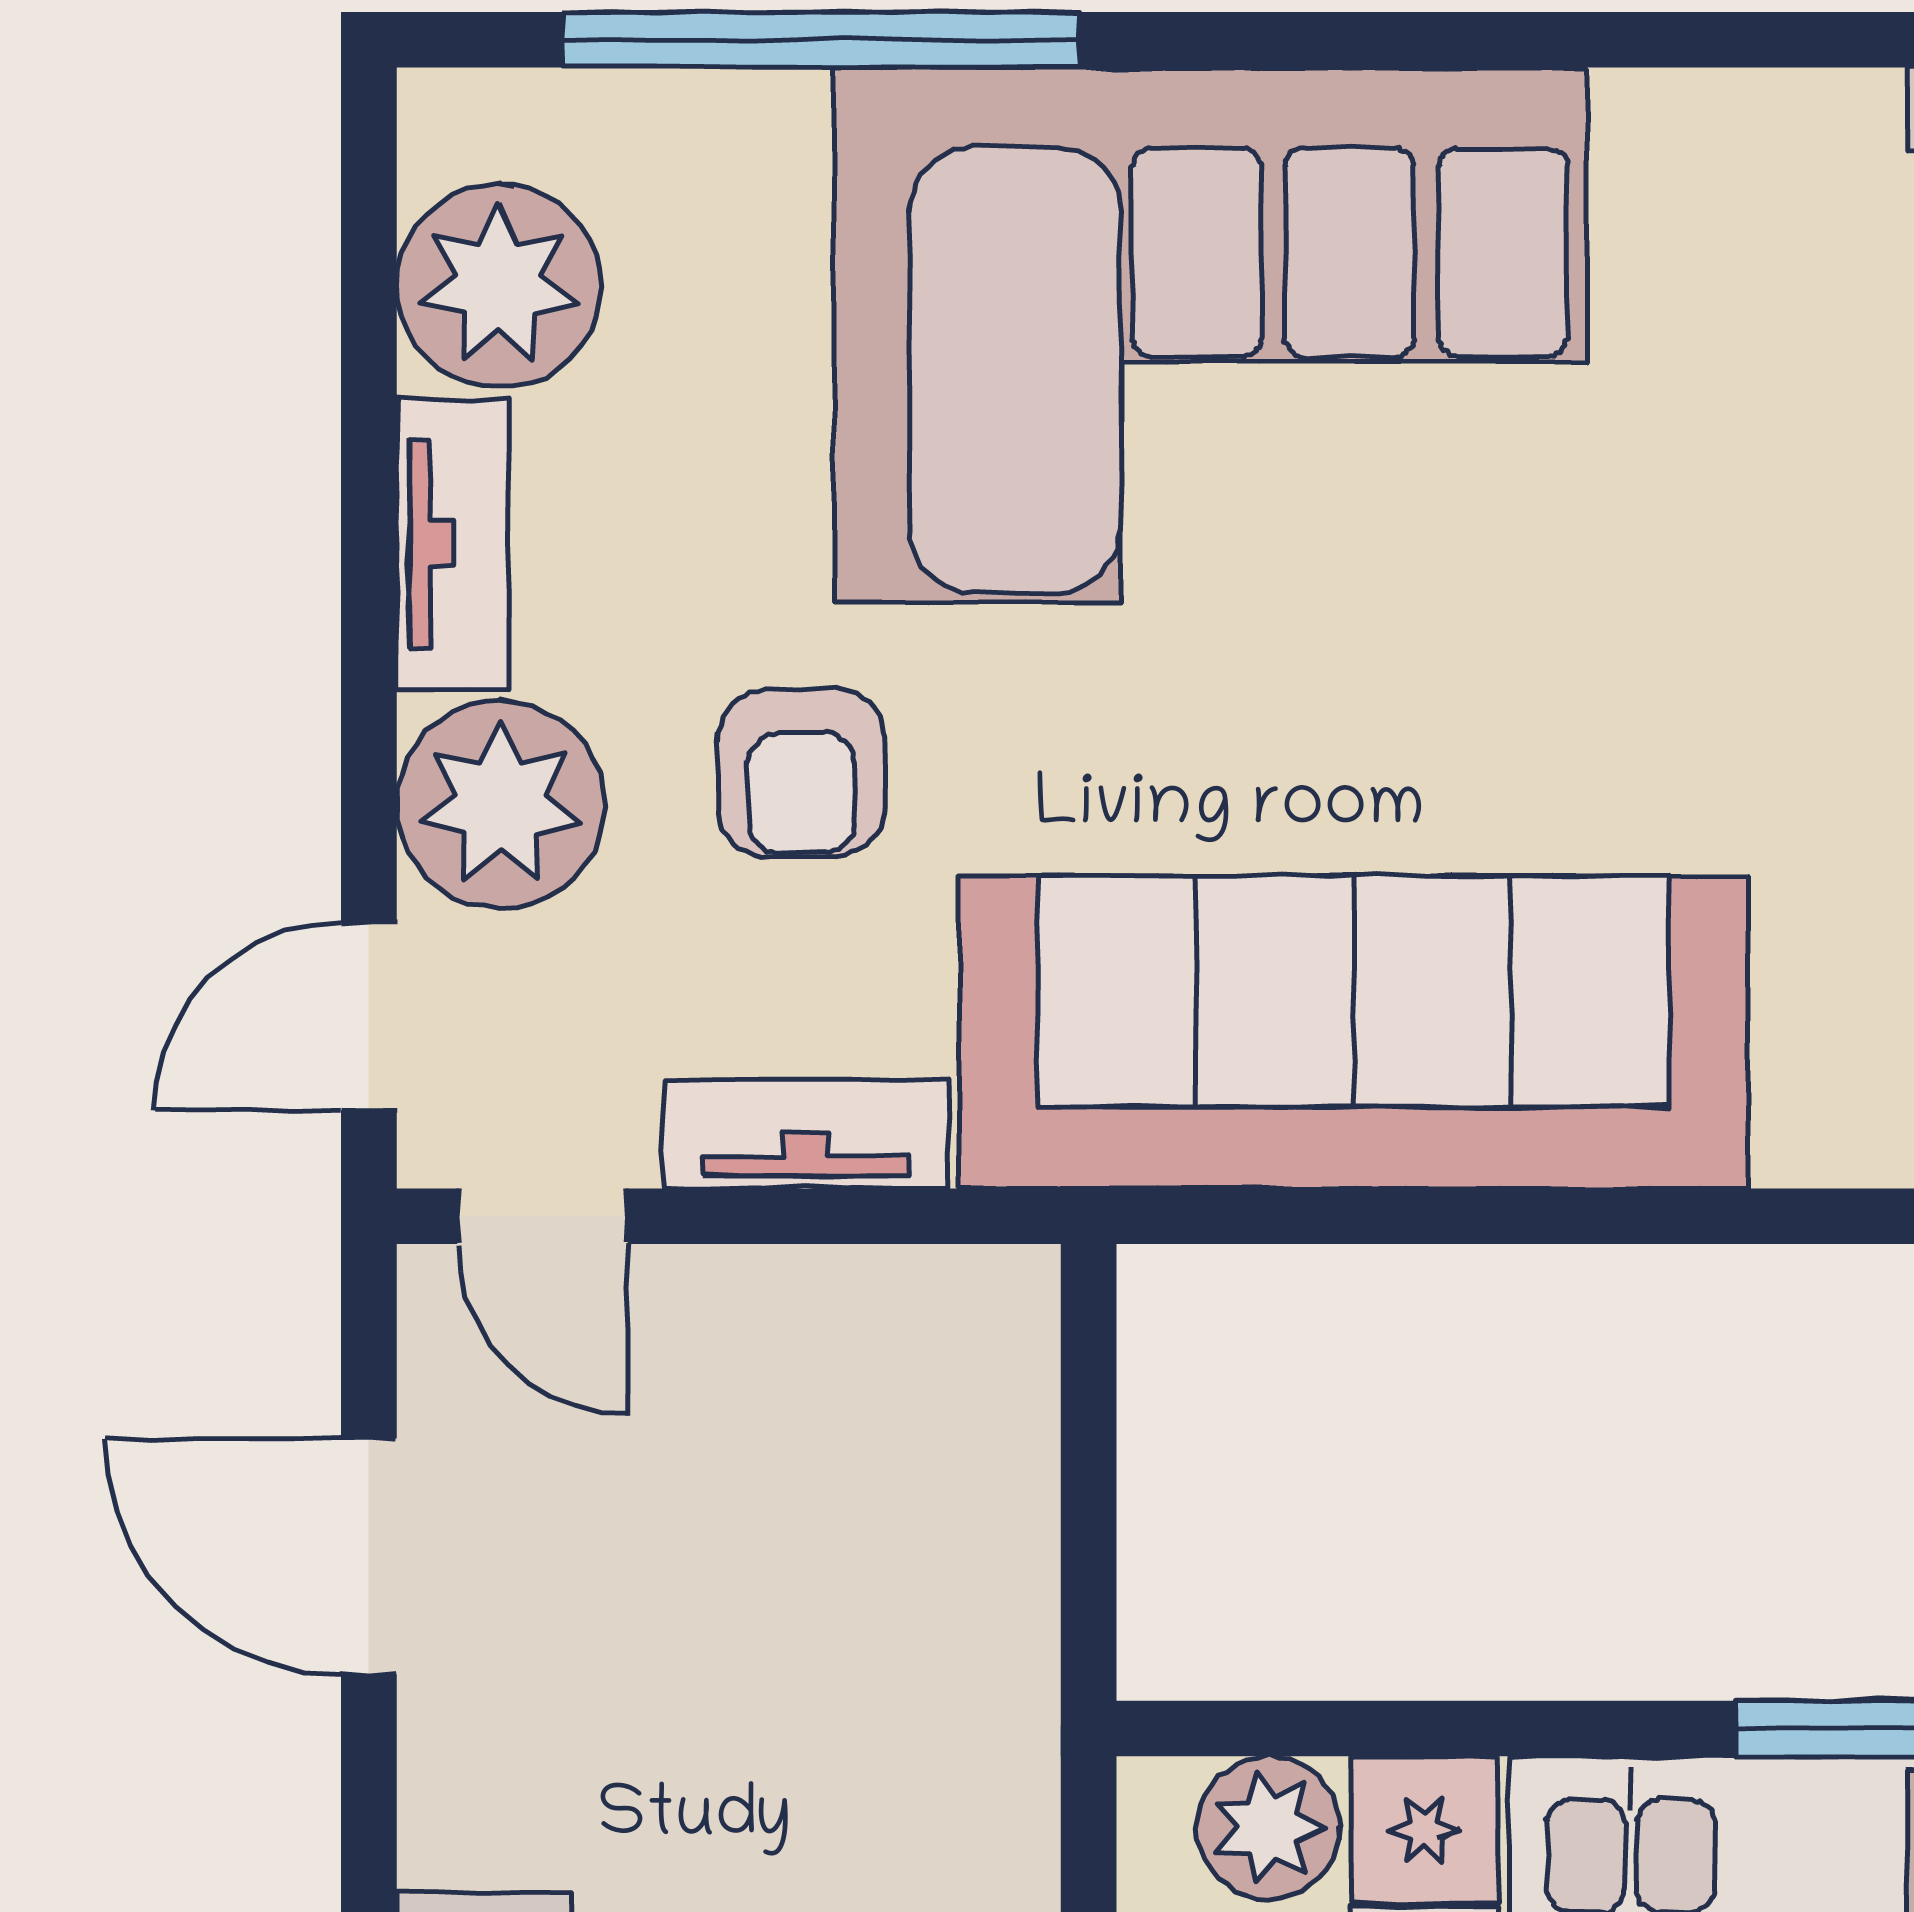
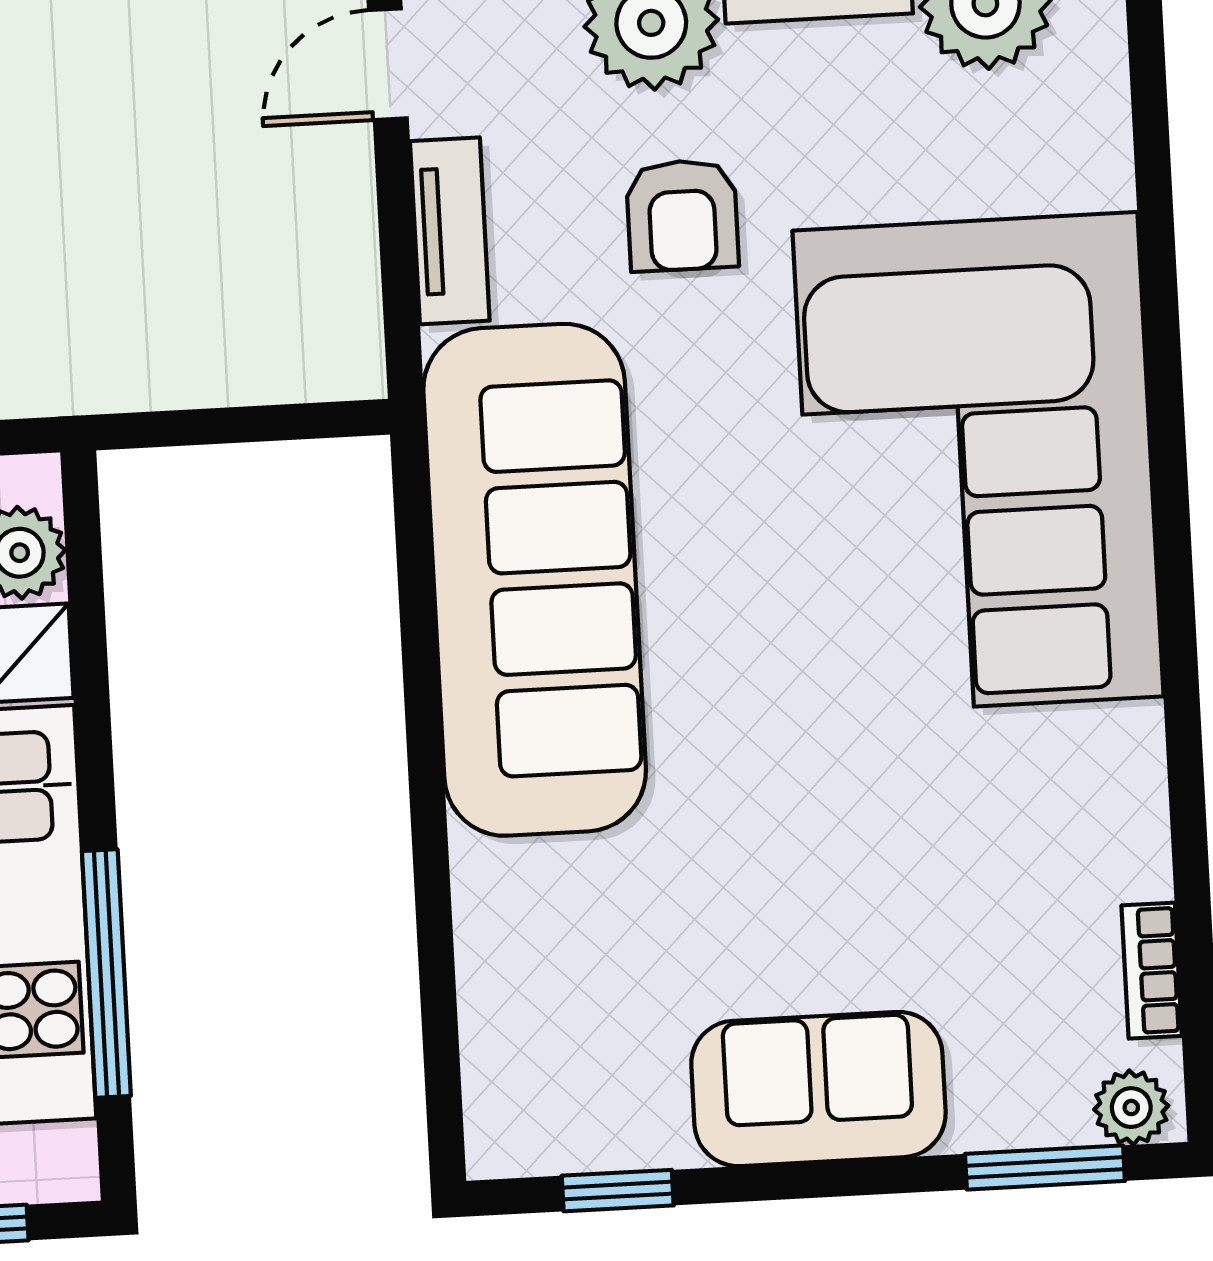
window: (822, 40) -> (1155, 203), removed
armchair: (801, 773) -> (682, 215), turned -89

